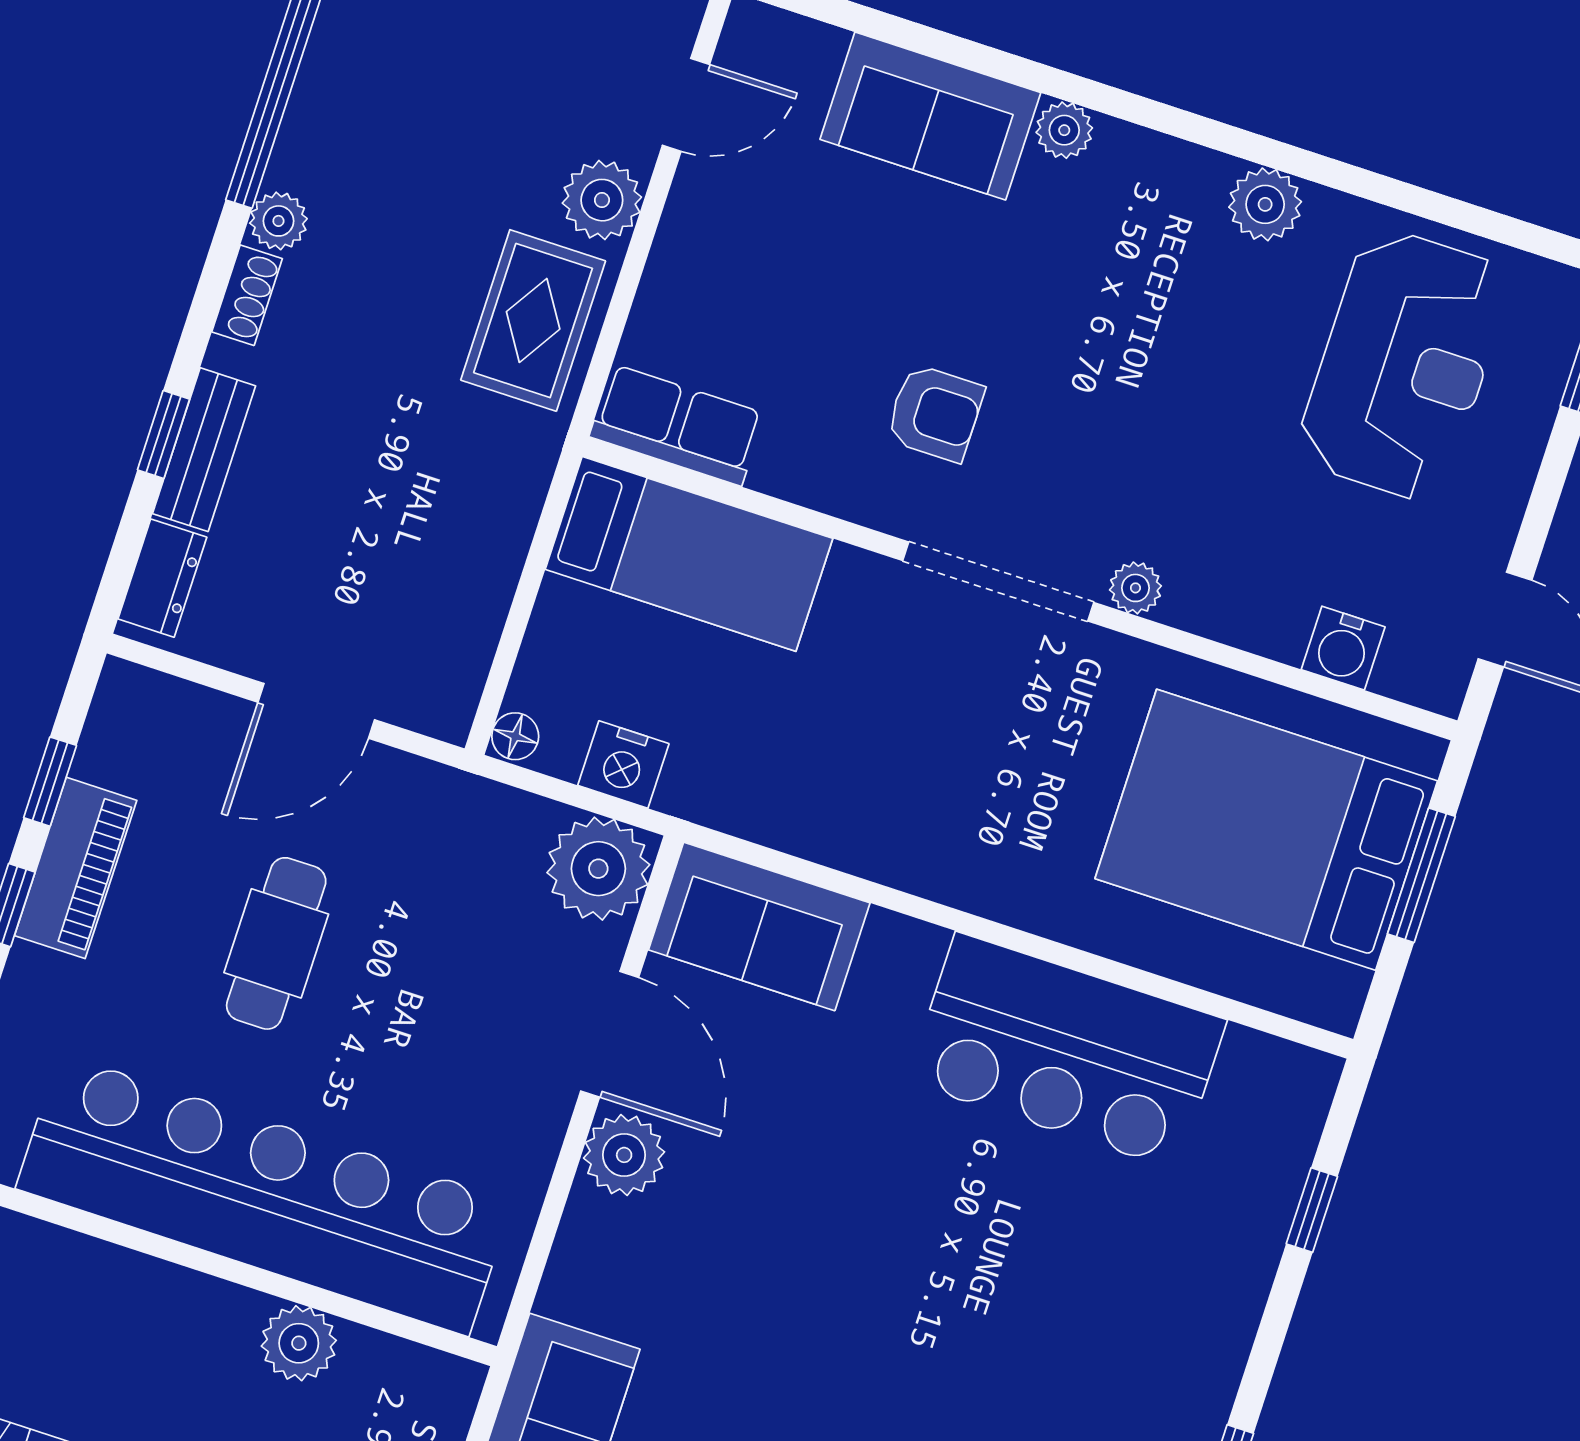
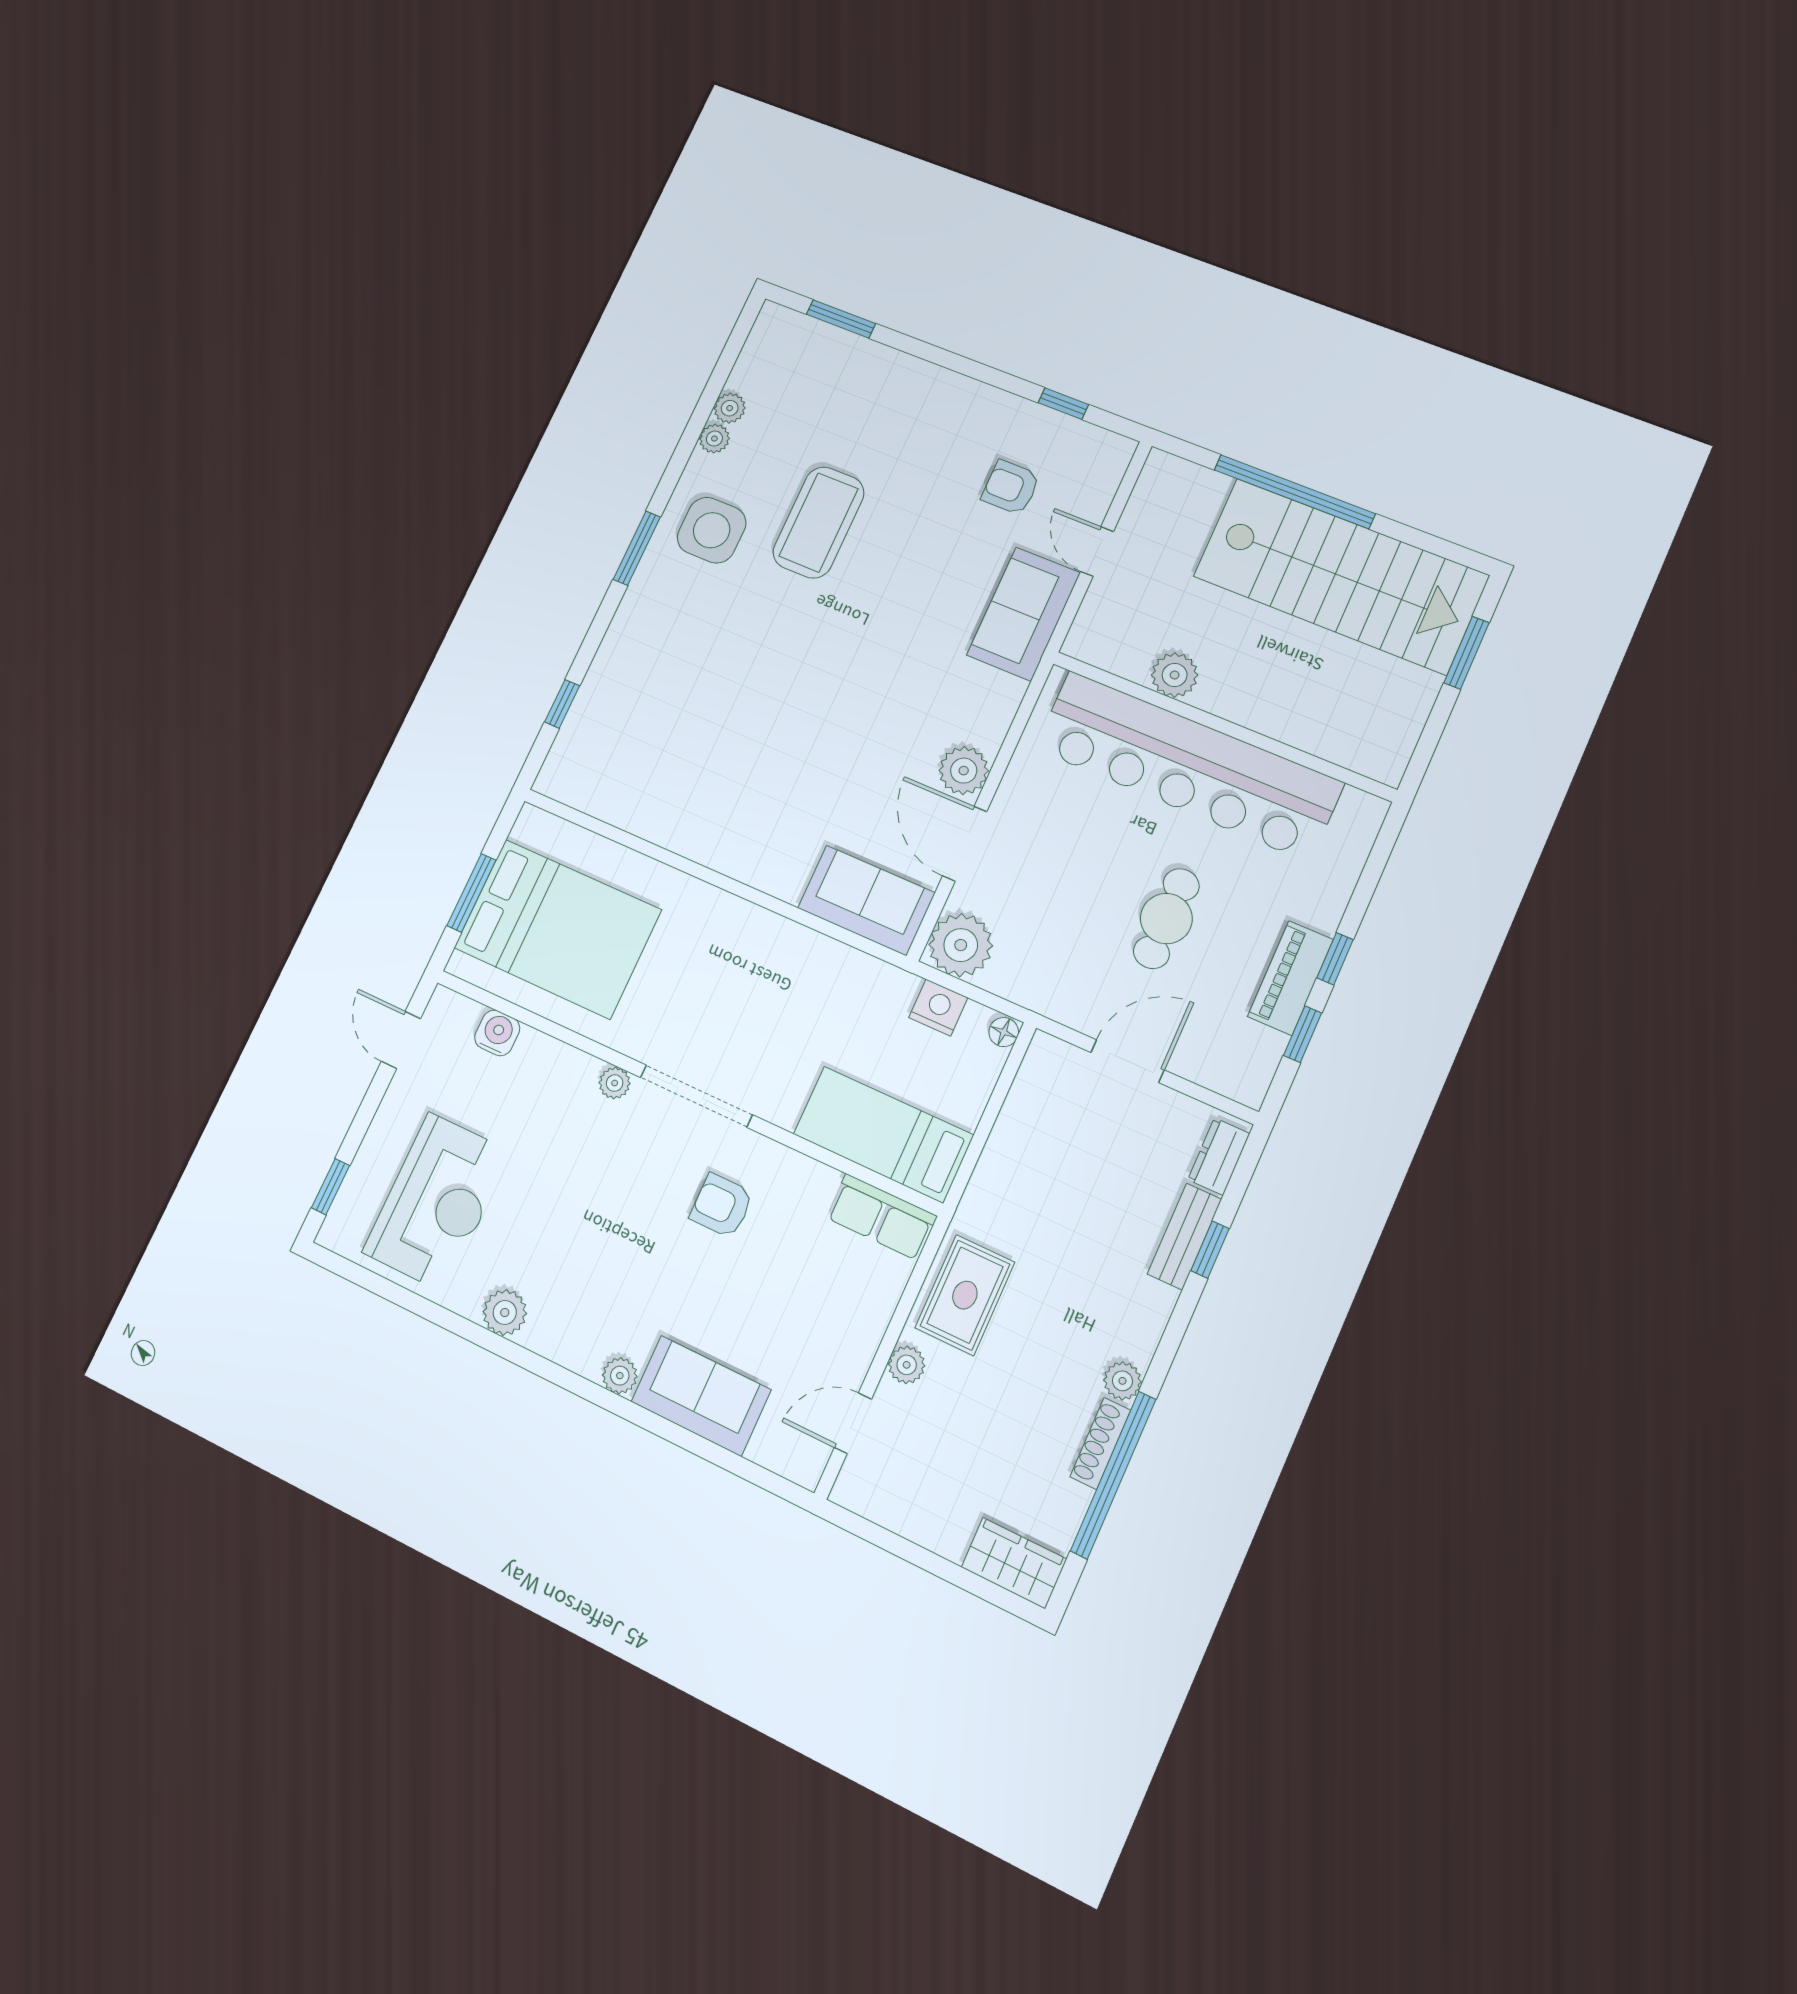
plant: (602, 200) -> (907, 1365), width x0.73, depth x0.73
shoe rack: (247, 295) -> (1100, 1443), moved, width x1.43
reception desk: (1404, 365) -> (437, 1202), turned 180
bar counter: (1067, 1051) -> (692, 809), removed

